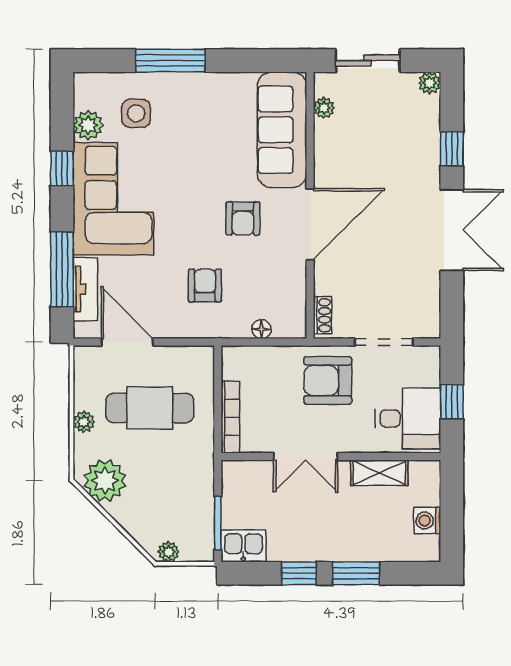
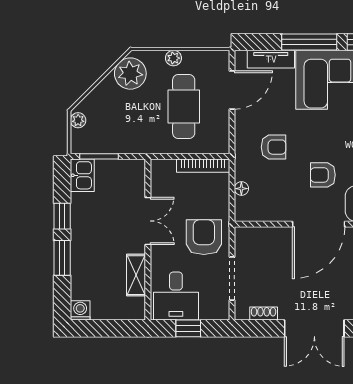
door: (310, 224) -> (319, 224), hinge flipped
window: (62, 269) -> (309, 42), moved
shoe rack: (322, 315) -> (264, 313), moved, turned 180
bookcase: (230, 417) -> (203, 166), moved
double door: (306, 457) -> (148, 221), swing flipped
washing machine: (427, 520) -> (80, 310), moved

